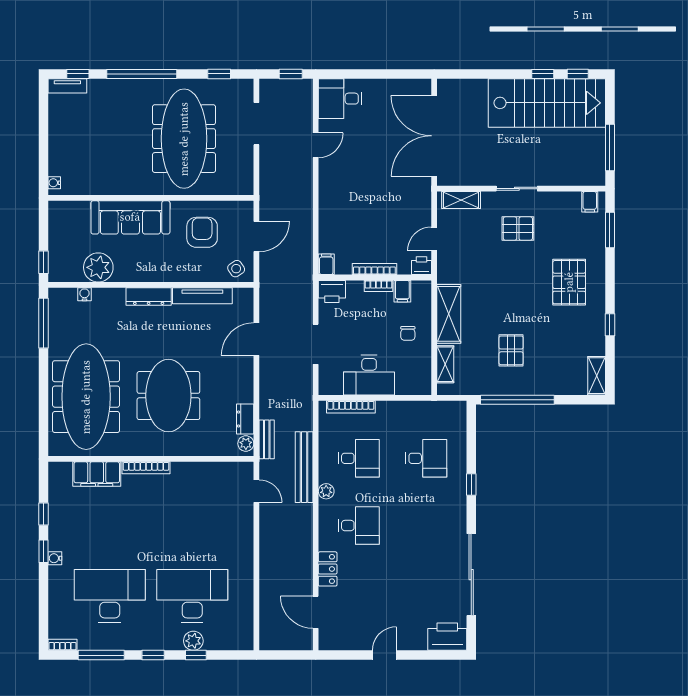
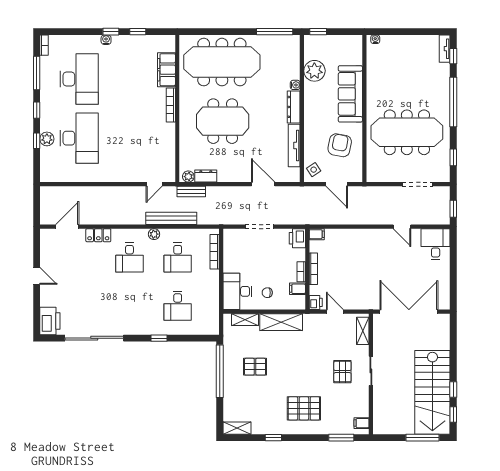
window: (610, 147) -> (423, 438), moved
armchair: (202, 232) -> (340, 145), turned -79
water cooler: (85, 294) -> (295, 85), moved
desk: (369, 375) -> (237, 291), moved

